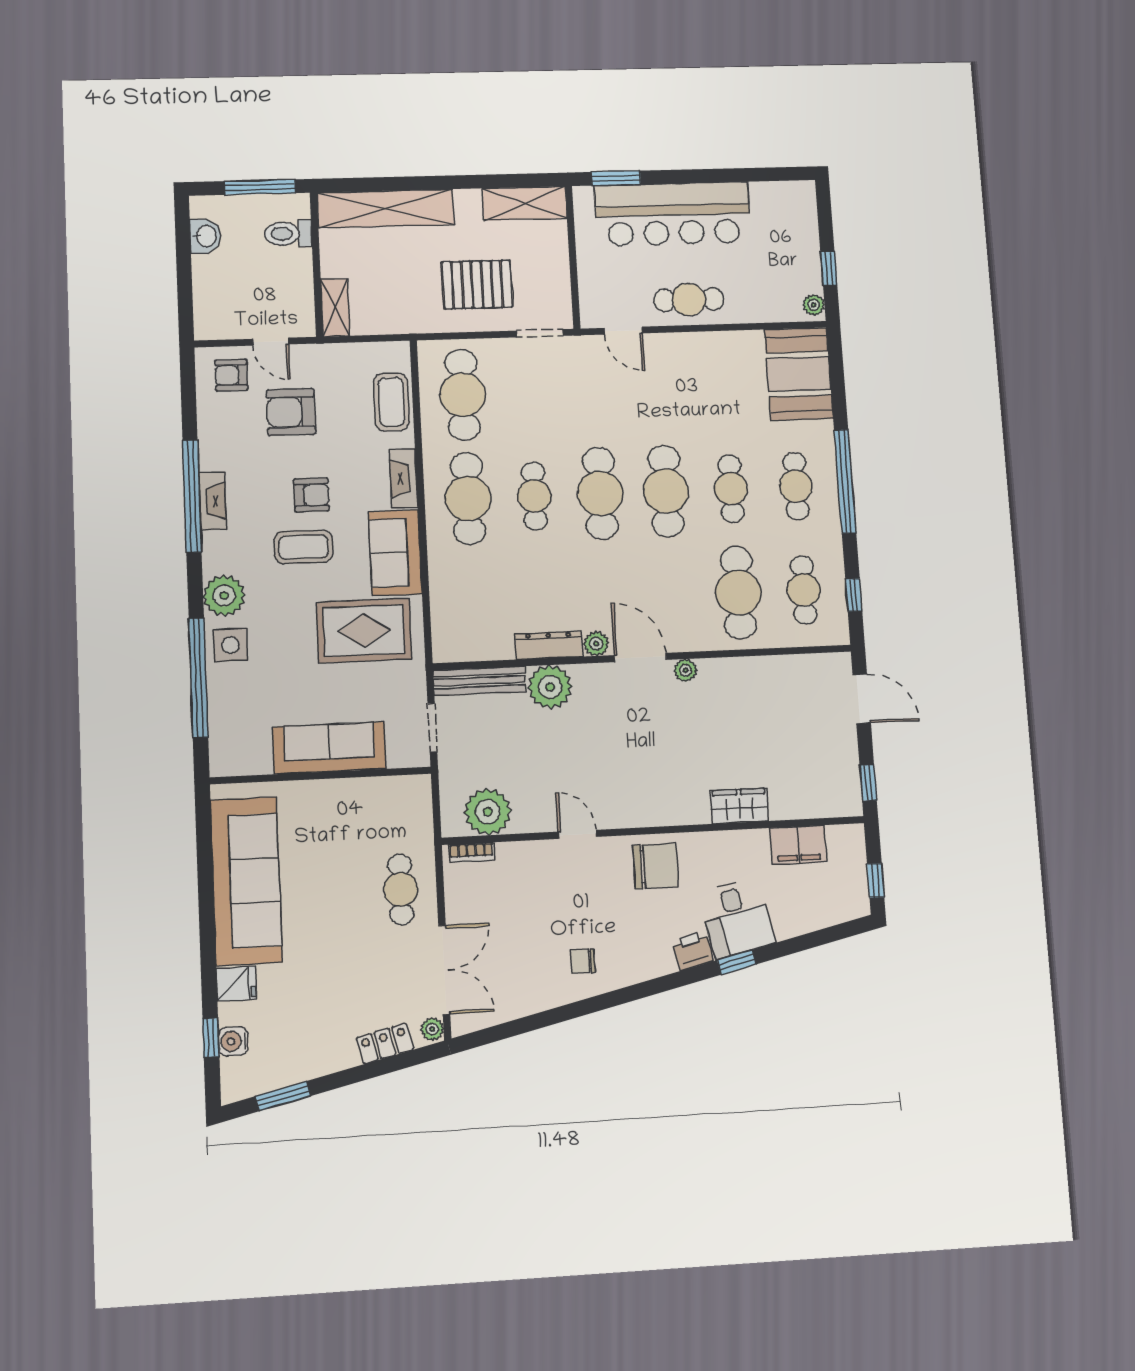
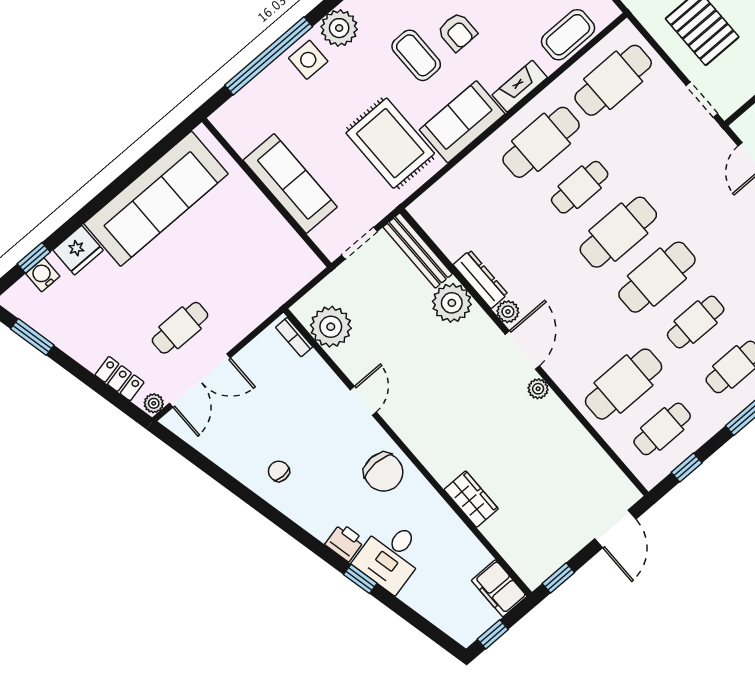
filing cabinet: (798, 845) -> (499, 588), moved
cafe table: (401, 889) -> (180, 328), moved
fridge: (236, 984) -> (78, 250), width x1.38

